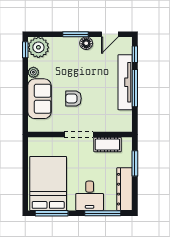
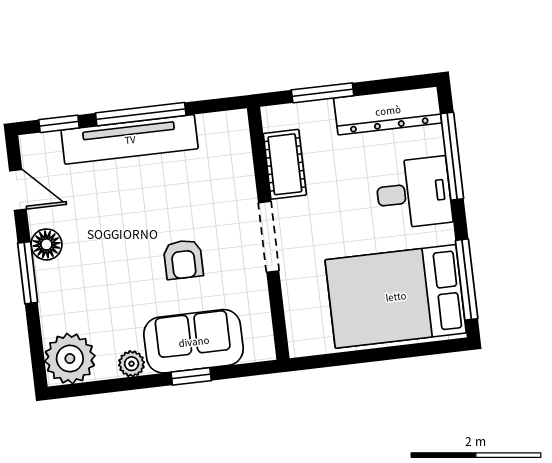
window: (25, 50) -> (191, 376), moved

